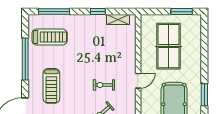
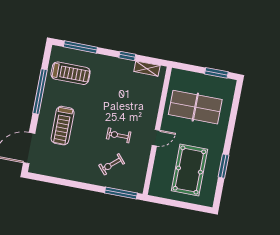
table tennis table: (169, 46) -> (195, 107), turned 90

